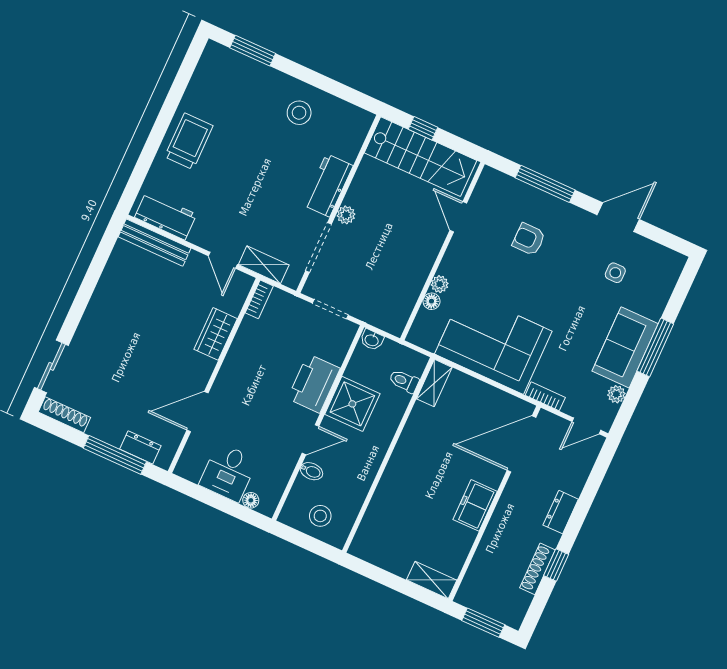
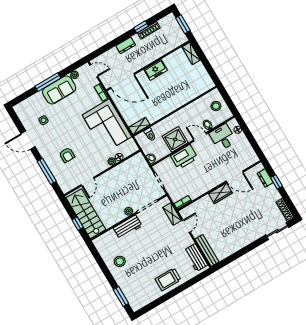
wardrobe: (216, 334) -> (220, 193), moved
window: (115, 455) -> (277, 182), width x0.46
desk: (228, 472) -> (223, 137), moved, turned -90

